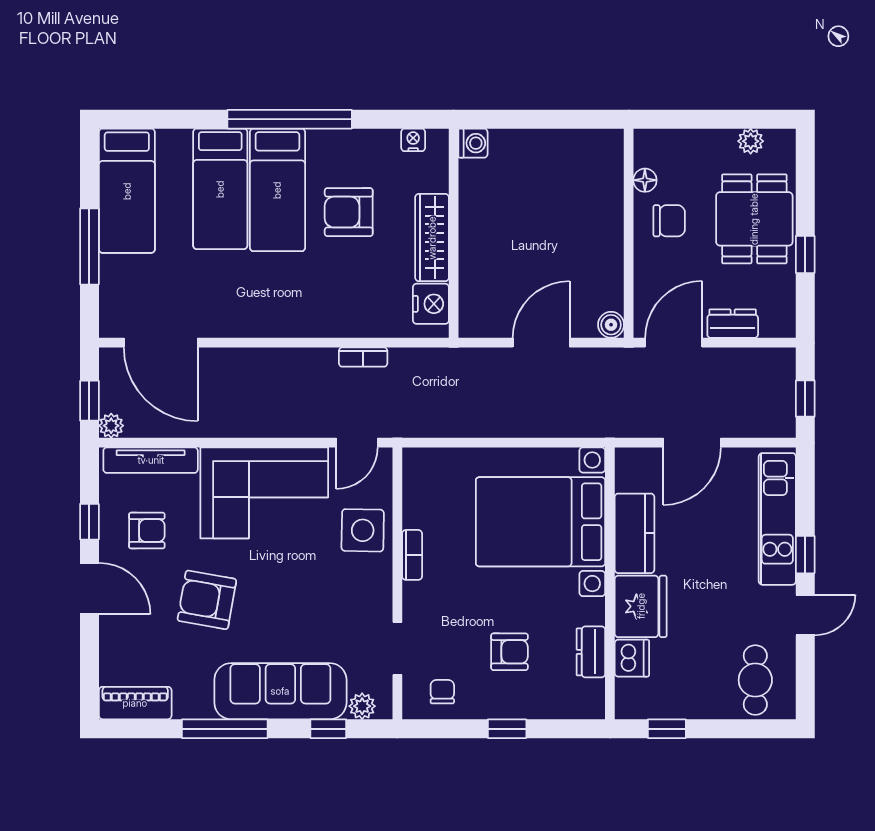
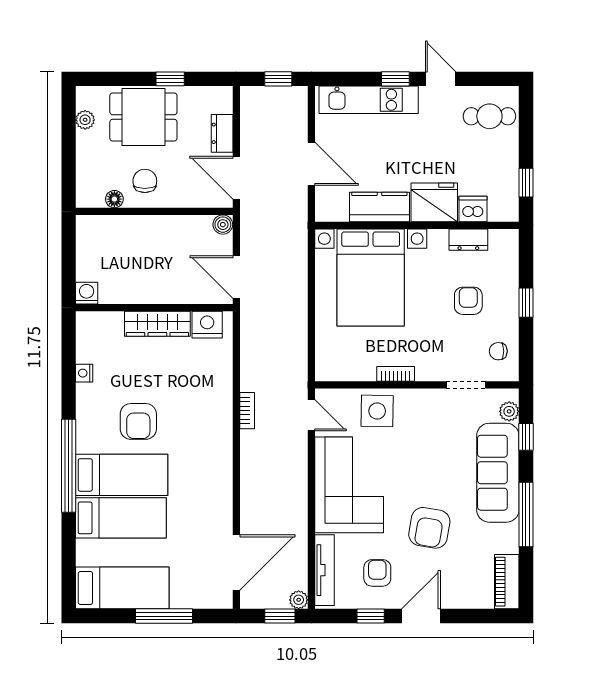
washing machine: (473, 143) -> (87, 293), moved
wall: (454, 233) -> (154, 308), moved
wardrobe: (432, 238) -> (157, 324), moved
nightstand: (431, 304) -> (207, 325), moved

